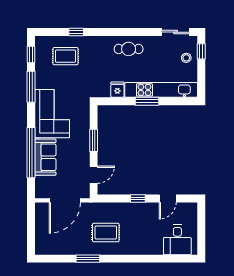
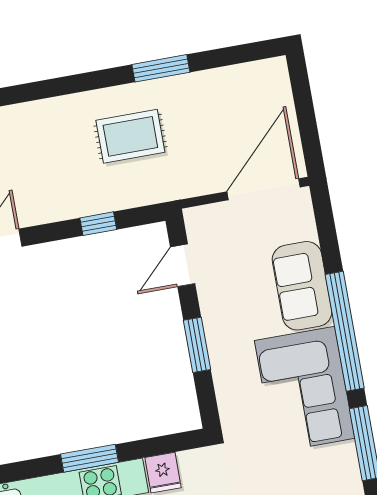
window: (31, 153) -> (345, 331), moved
window: (138, 198) -> (98, 224), moved
door: (65, 200) -> (264, 189), moved

